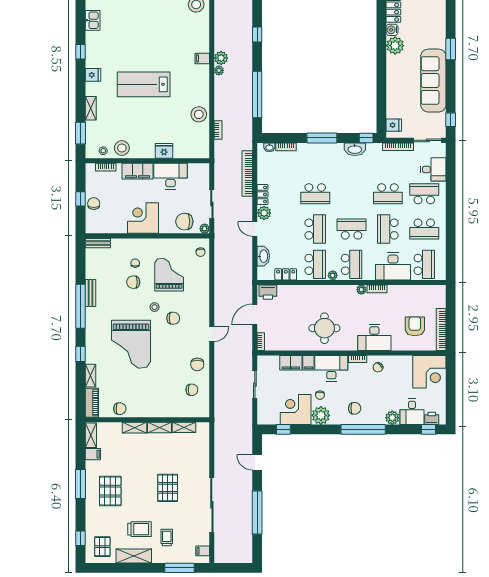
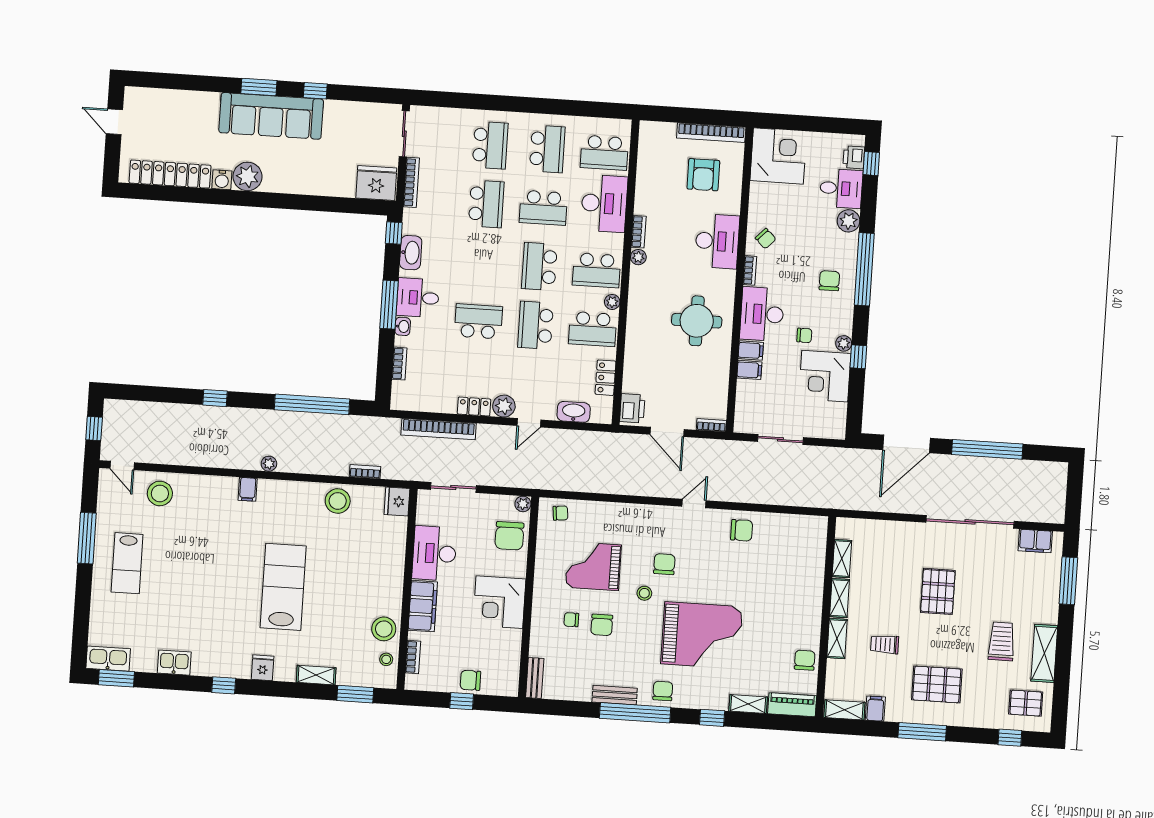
plant: (221, 58) -> (249, 459), removed
sofa: (433, 81) -> (271, 116), moved
lab bench: (144, 84) -> (283, 587), turned 180
window: (451, 120) -> (315, 91), moved
fridge: (394, 125) -> (376, 183), width x1.88, depth x1.34
washbasin: (269, 147) -> (403, 326), moved
fridge: (164, 151) -> (397, 502), moved
desk: (433, 169) -> (418, 298), moved, turned -90
school desk: (315, 194) -> (478, 321), turned -90
school desk: (424, 194) -> (490, 145), turned 180
sliding door: (212, 204) -> (453, 487), moved
school desk: (315, 229) -> (536, 325), turned -90
school desk: (315, 264) -> (593, 329), turned 180
school desk: (352, 264) -> (596, 270), turned 180
school desk: (424, 264) -> (604, 153), turned 180
armchair: (415, 326) -> (703, 175), turned -90
door: (212, 334) -> (694, 503), hinge flipped
filing cabinet: (291, 363) -> (749, 370), width x0.50
chair: (192, 390) -> (663, 691), moved
plant: (321, 415) -> (844, 343), width x0.53, depth x0.53
window: (283, 429) -> (858, 357), moved
door: (257, 462) -> (906, 444), width x1.88
pallet: (168, 488) -> (938, 591), turned 90
trolley: (167, 538) -> (885, 644), moved
filing cabinet: (203, 551) -> (1035, 541), width x2.00

